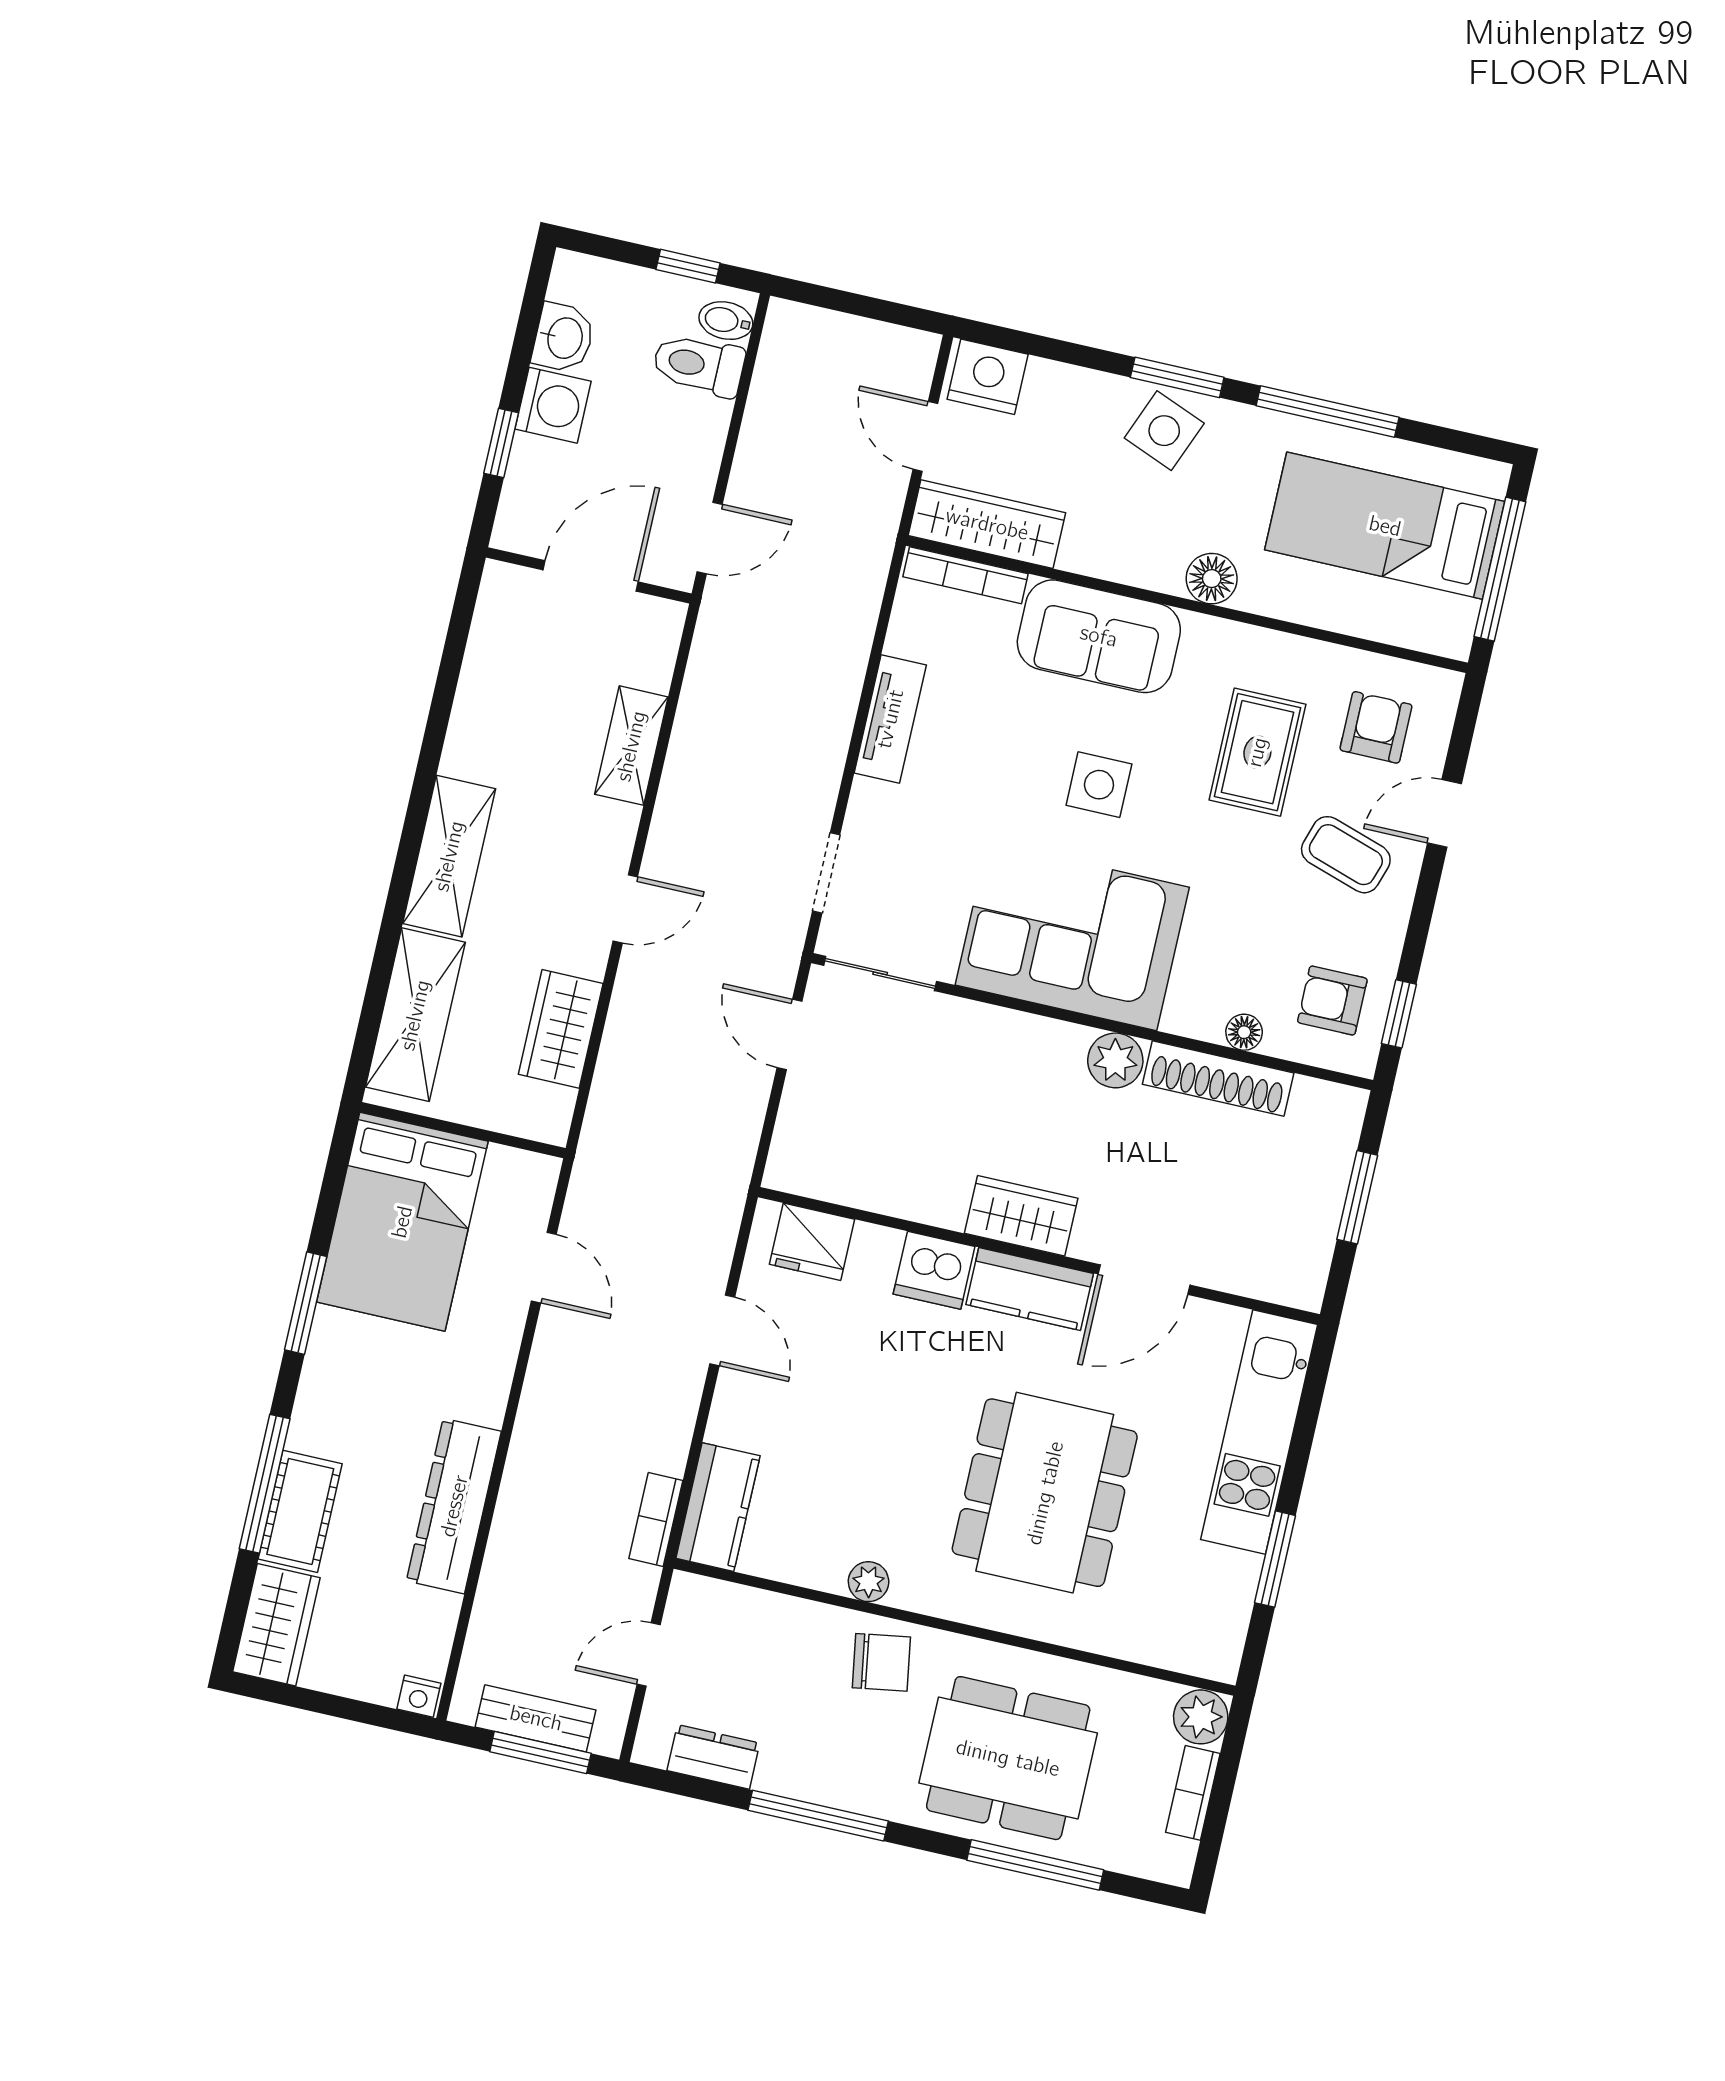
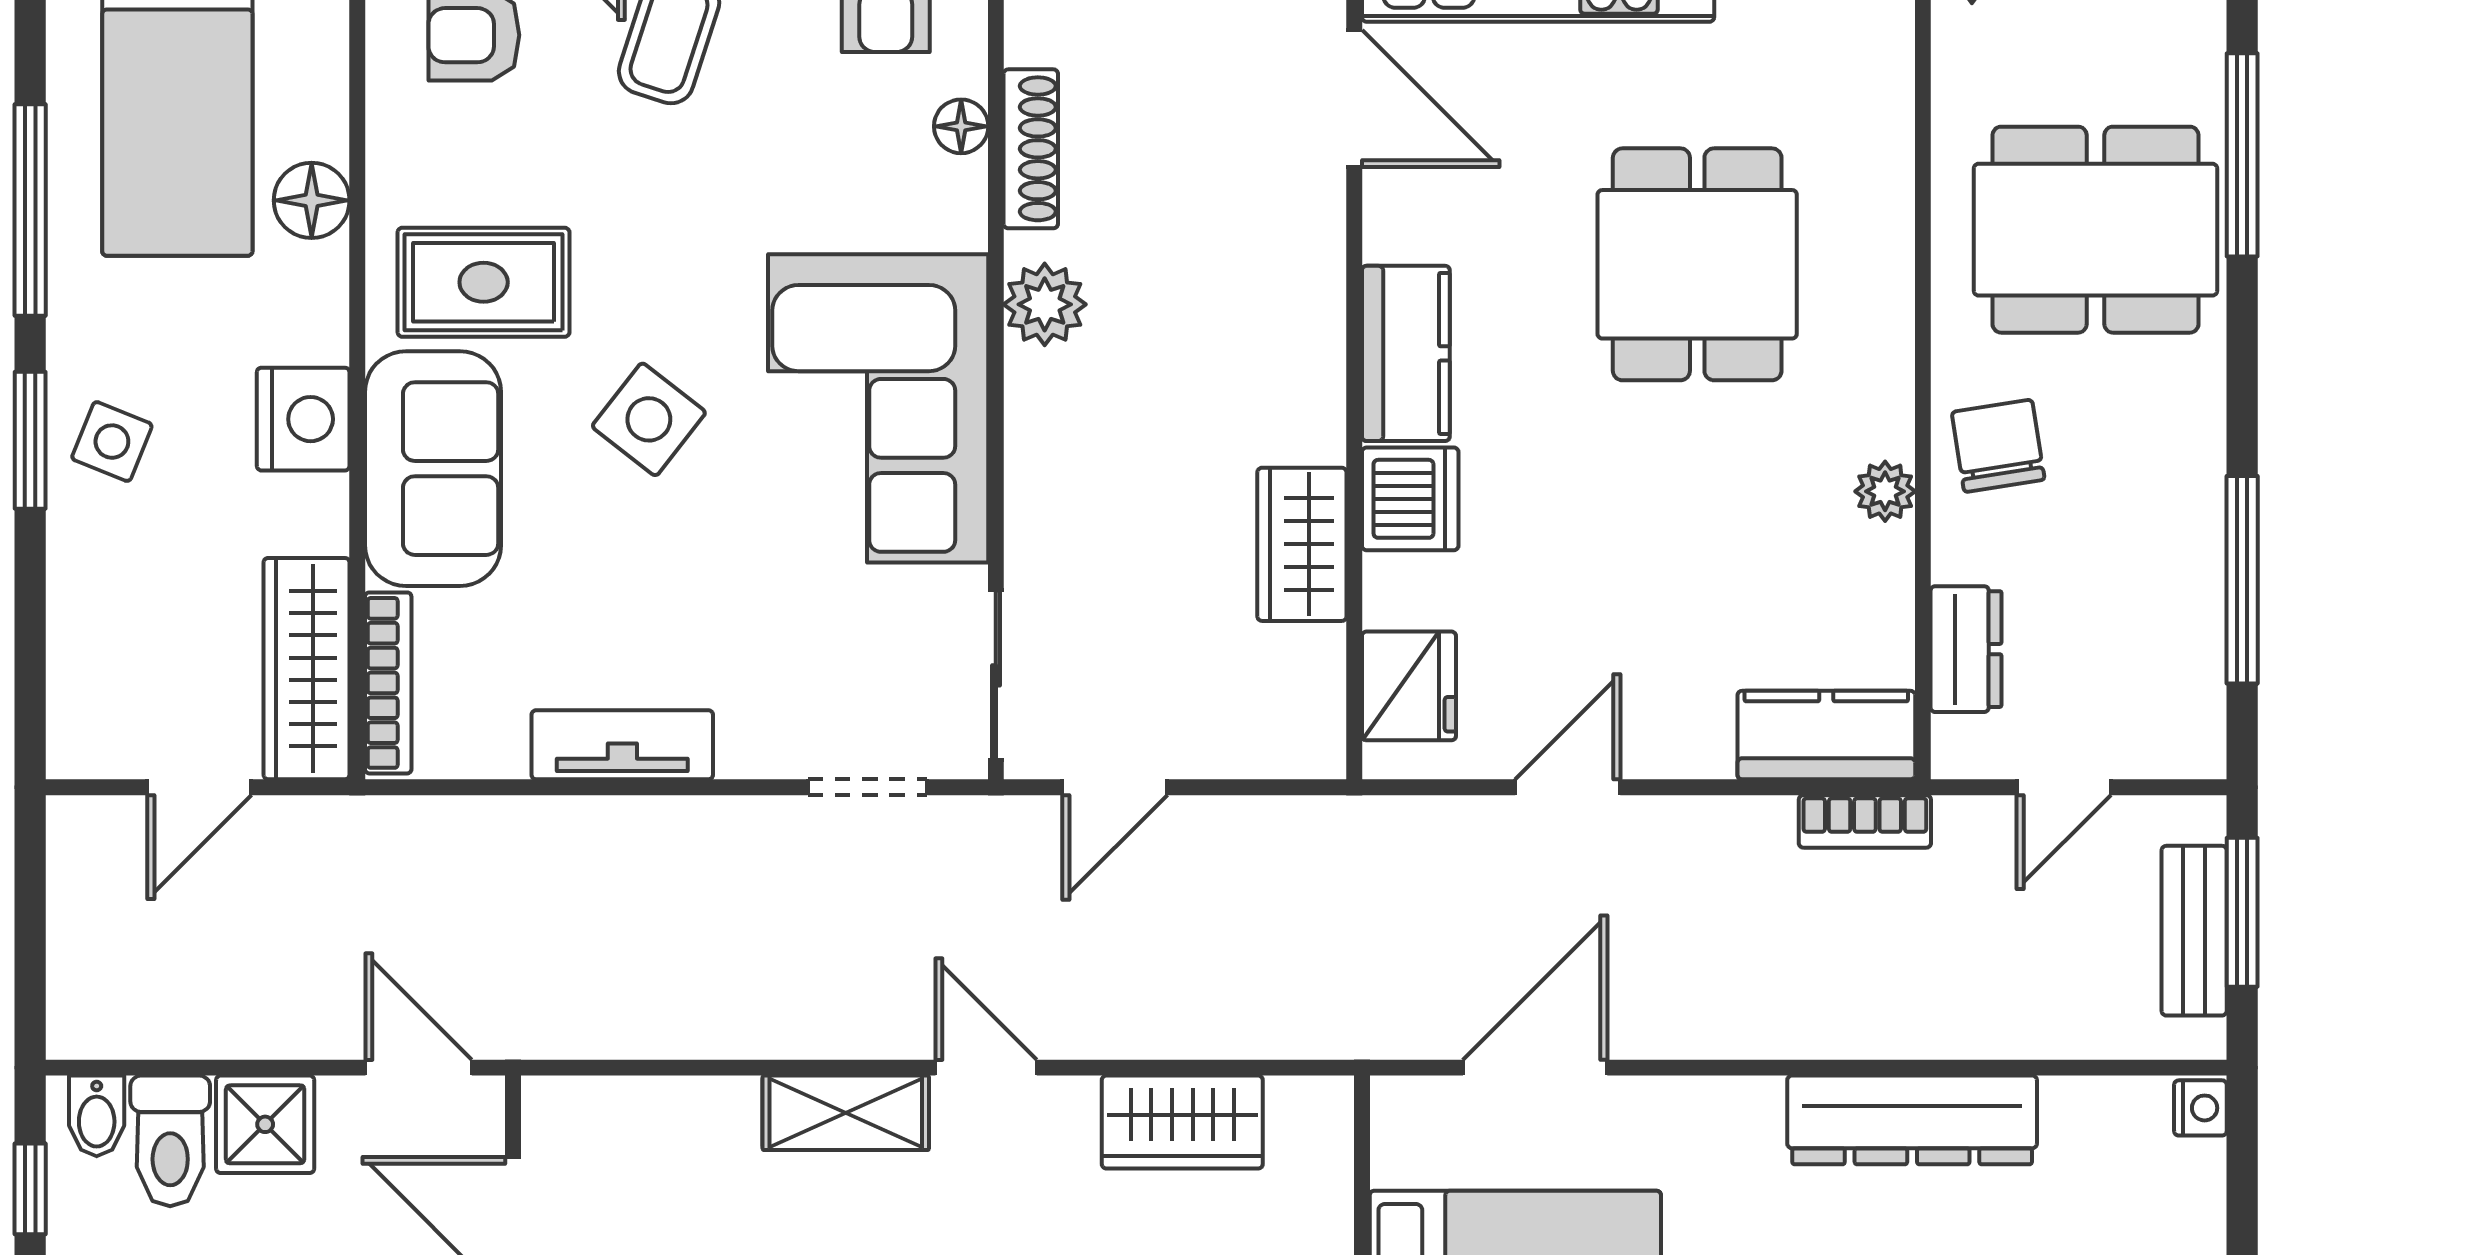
nightstand: (988, 377) -> (303, 419), moved, turned 180
shower: (695, 429) -> (265, 1124), added
side table: (1164, 431) -> (112, 442), width x0.73, depth x0.73
floor lamp: (1212, 579) -> (312, 200), moved
shelving: (631, 746) -> (846, 1113), moved
rug: (1257, 752) -> (484, 282), moved
side table: (1099, 785) -> (649, 419), turned 38
shoe rack: (1218, 1079) -> (1031, 149), width x0.74, depth x0.81
wardrobe: (1021, 1216) -> (1302, 544), moved
door: (544, 1268) -> (1535, 1068), width x1.38
door: (1144, 1280) -> (1354, 98), moved
dining table: (1045, 1493) -> (1697, 264), width x0.73
door: (649, 1655) -> (2064, 787), hinge flipped
dresser: (713, 1757) -> (1966, 649), moved, turned 180
dining table: (1008, 1758) -> (2095, 230), turned 90
window: (818, 1816) -> (2242, 580), moved

